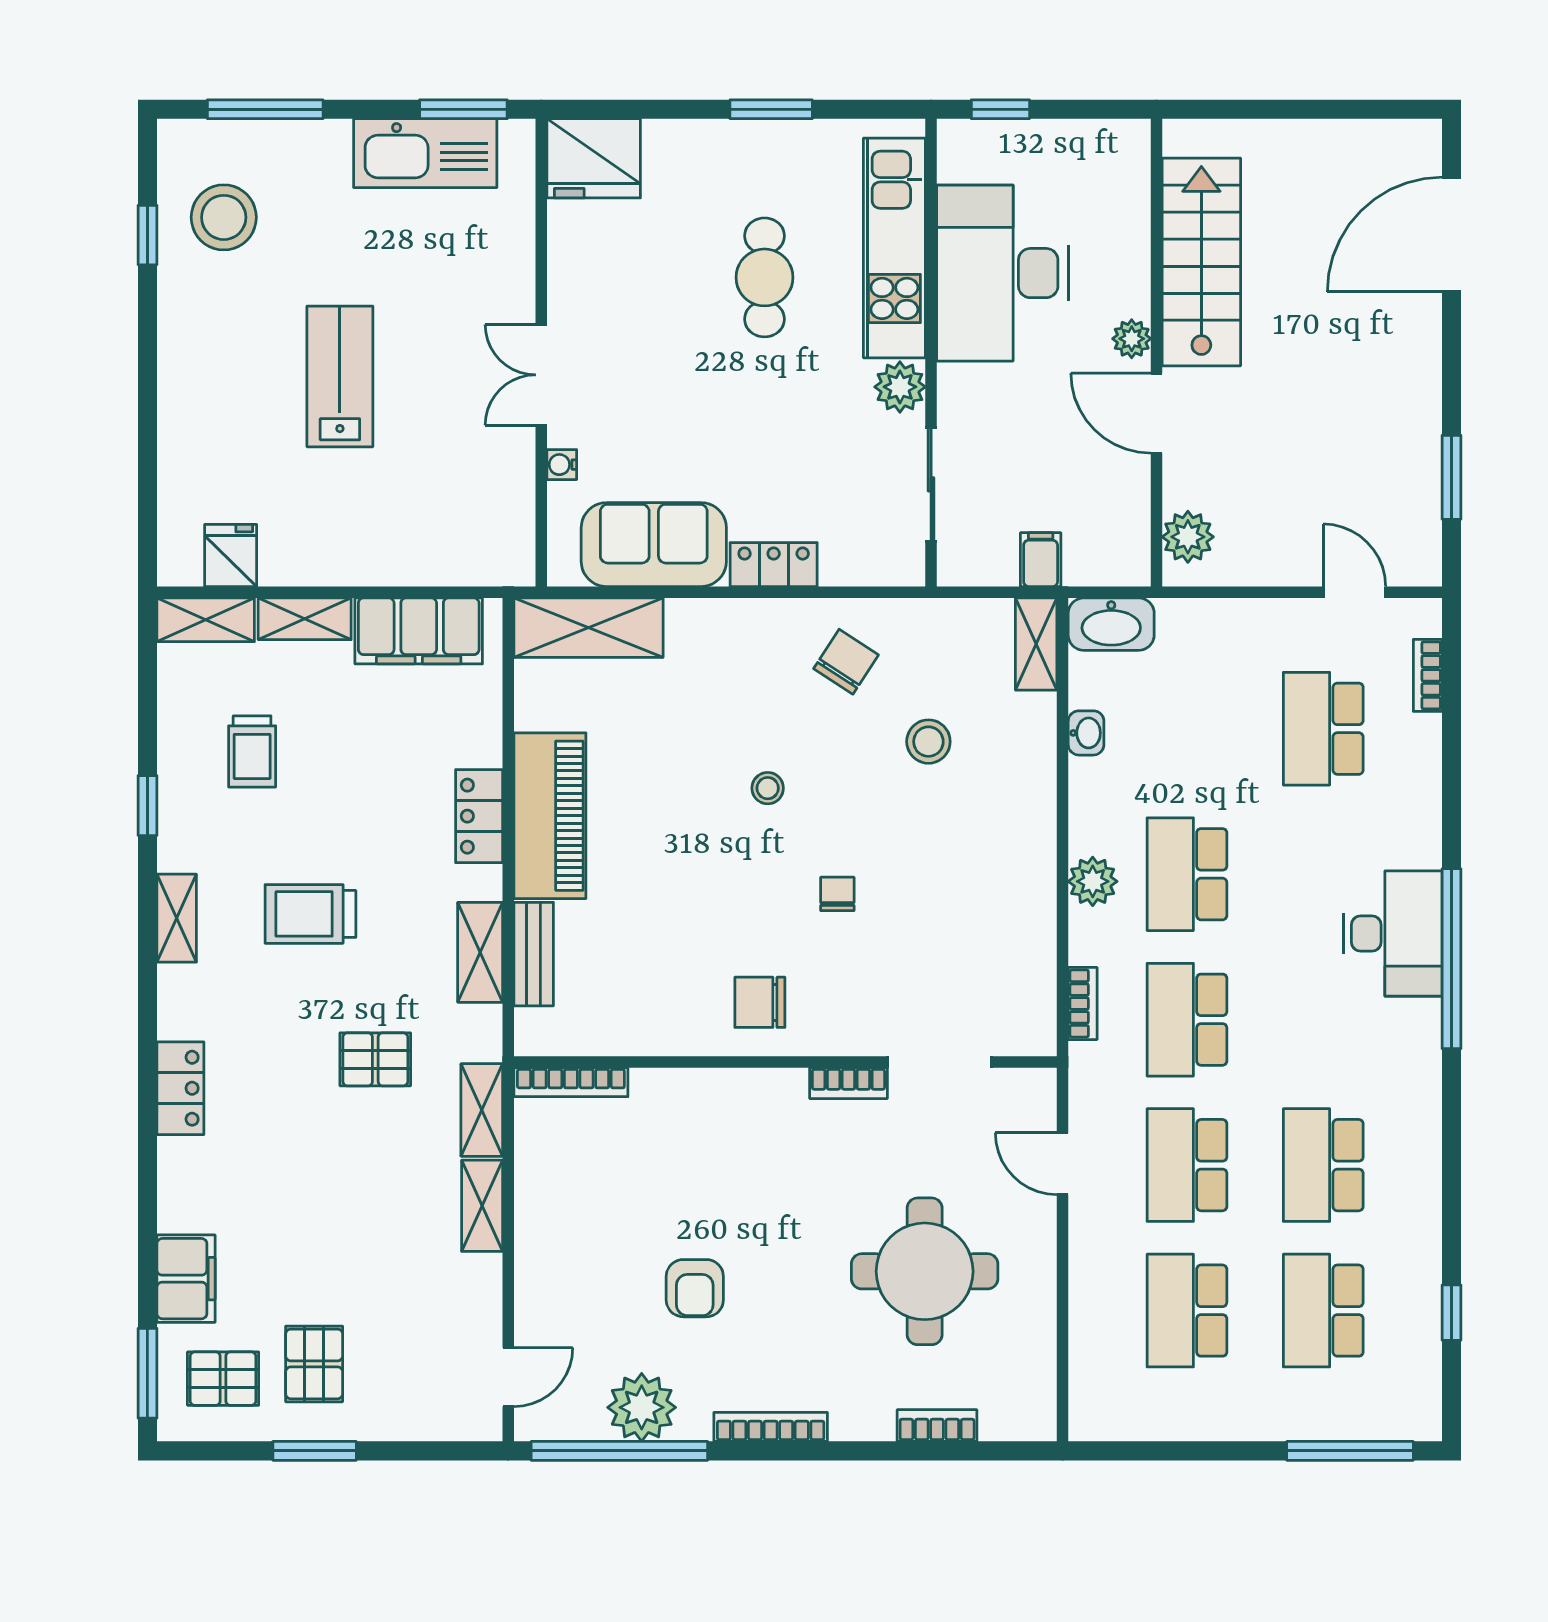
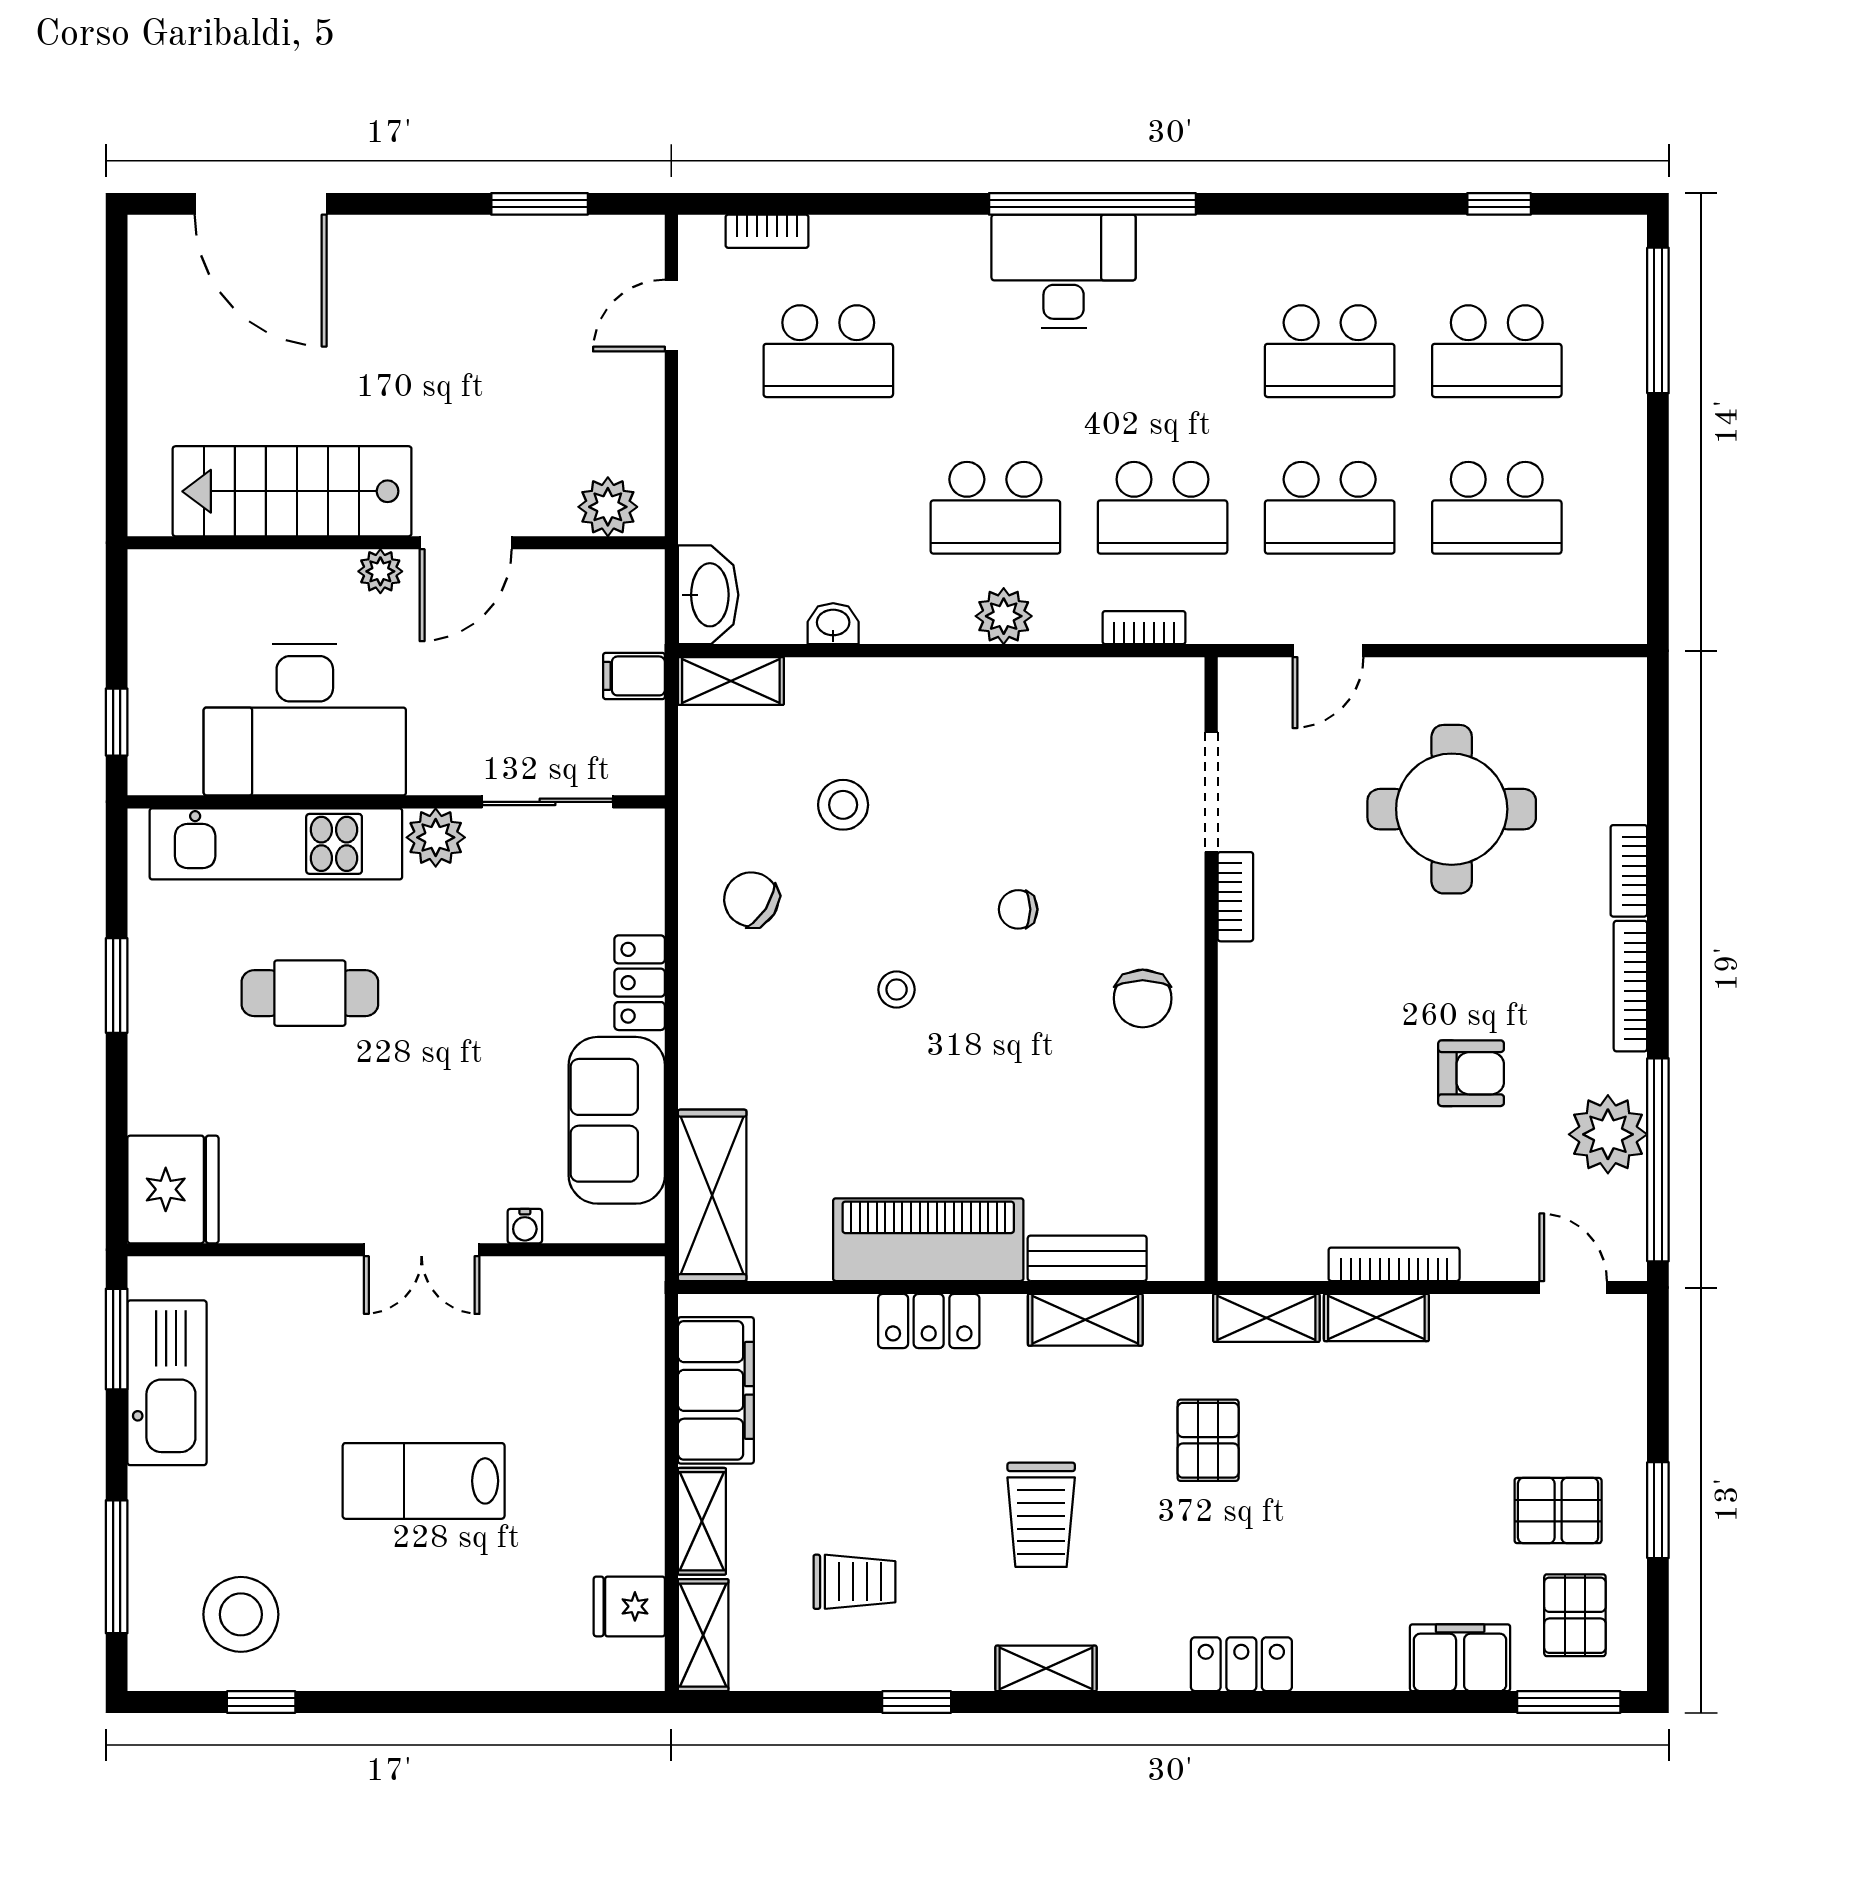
bookcase: (571, 1082) -> (1394, 1264), moved, turned -90
bookcase: (937, 1426) -> (1629, 871), moved

